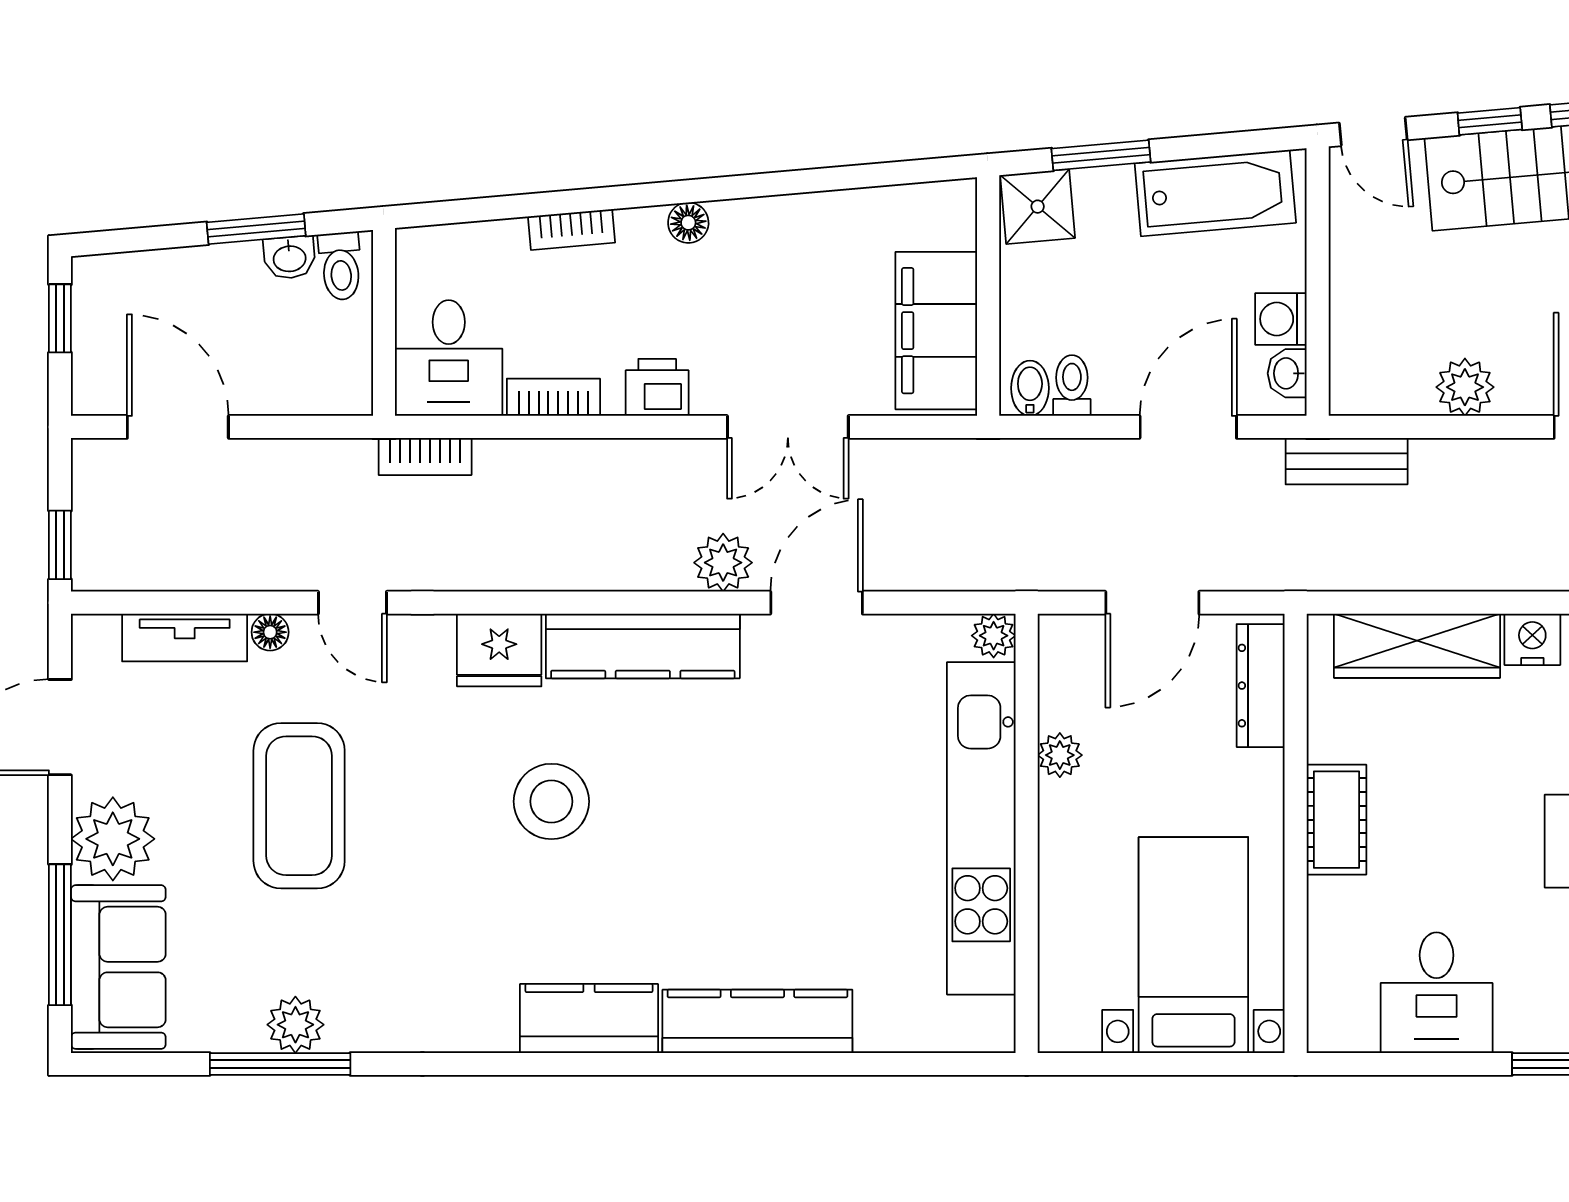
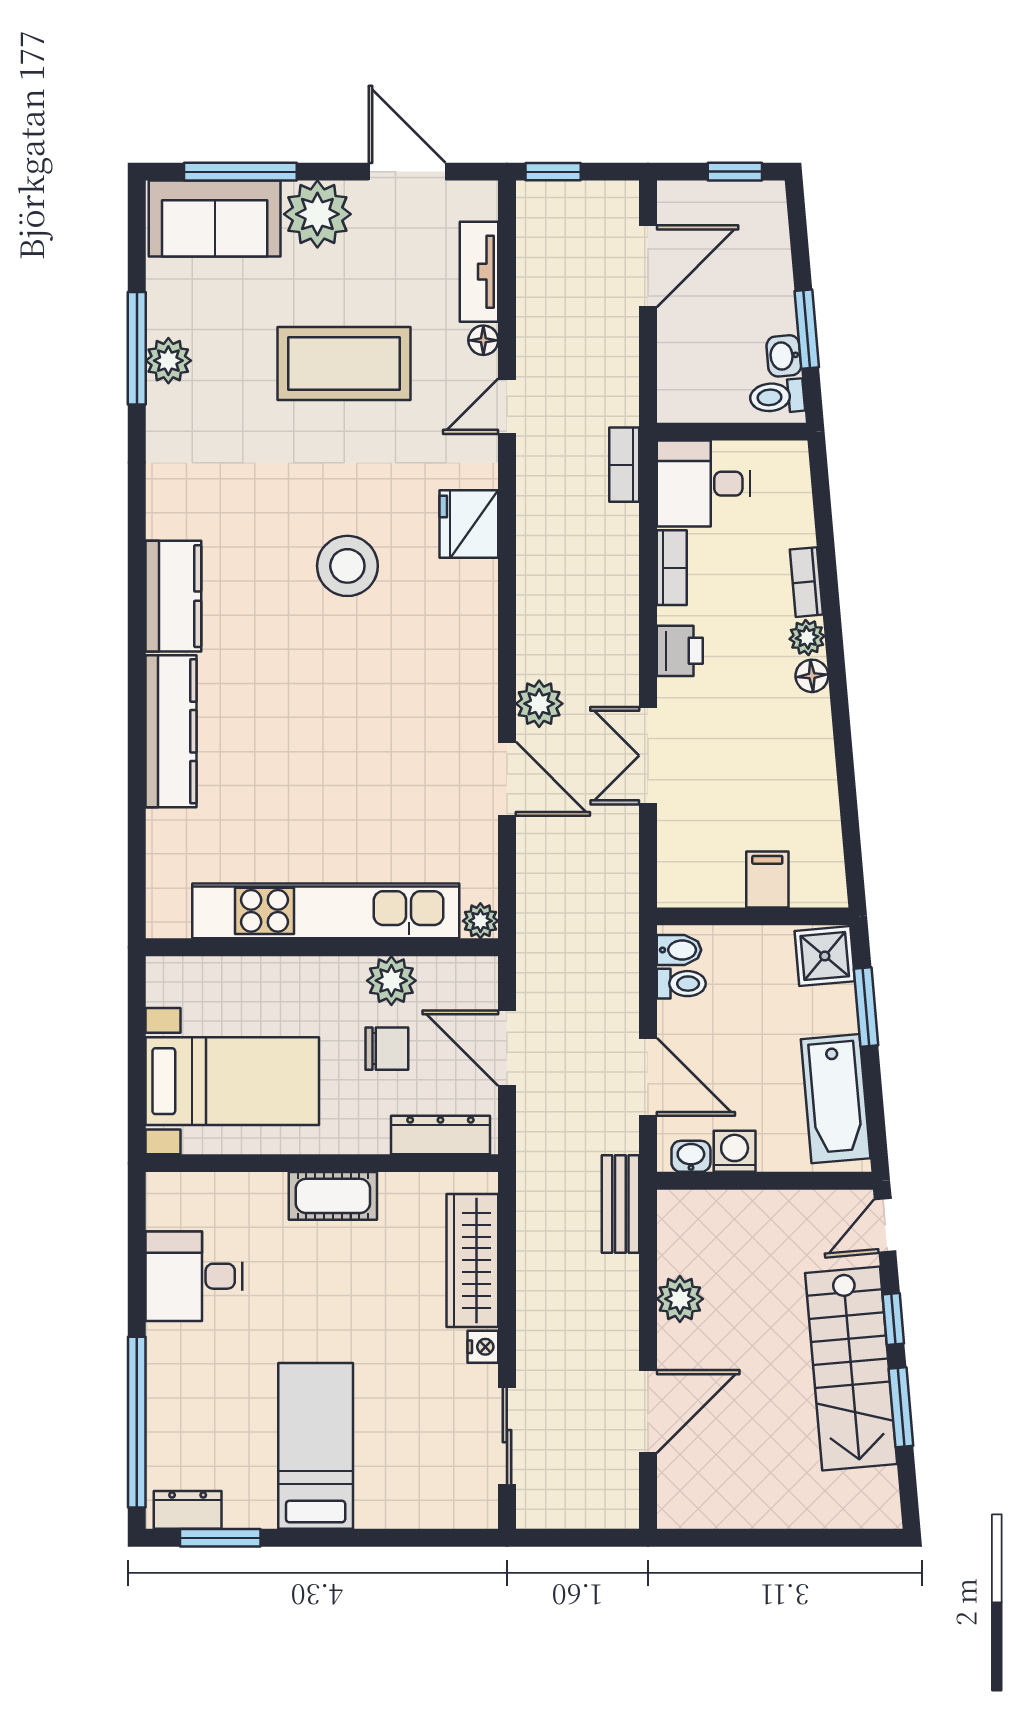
plant: (641, 229) -> (807, 637), added
filing cabinet: (936, 331) -> (767, 879), width x0.33, depth x0.86
nightstand: (1532, 639) -> (483, 1347), width x0.72, depth x0.74
kitchen counter: (643, 646) -> (472, 639), removed
chair: (1153, 752) -> (387, 1049), added
plant: (1060, 755) -> (391, 981), width x1.38, depth x1.38

